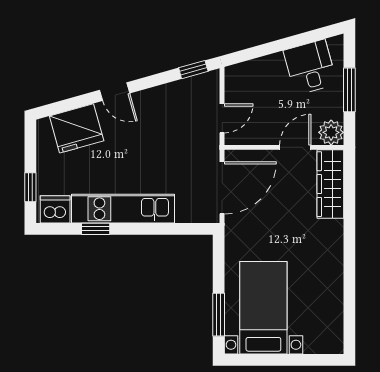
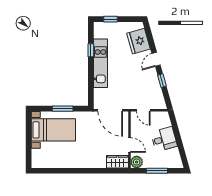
desk: (310, 67) -> (164, 139), moved
window: (193, 70) -> (162, 81), moved
wardrobe: (330, 184) -> (118, 162), width x0.67
dishwasher: (55, 209) -> (100, 31), removed
window: (219, 315) -> (63, 109), moved

